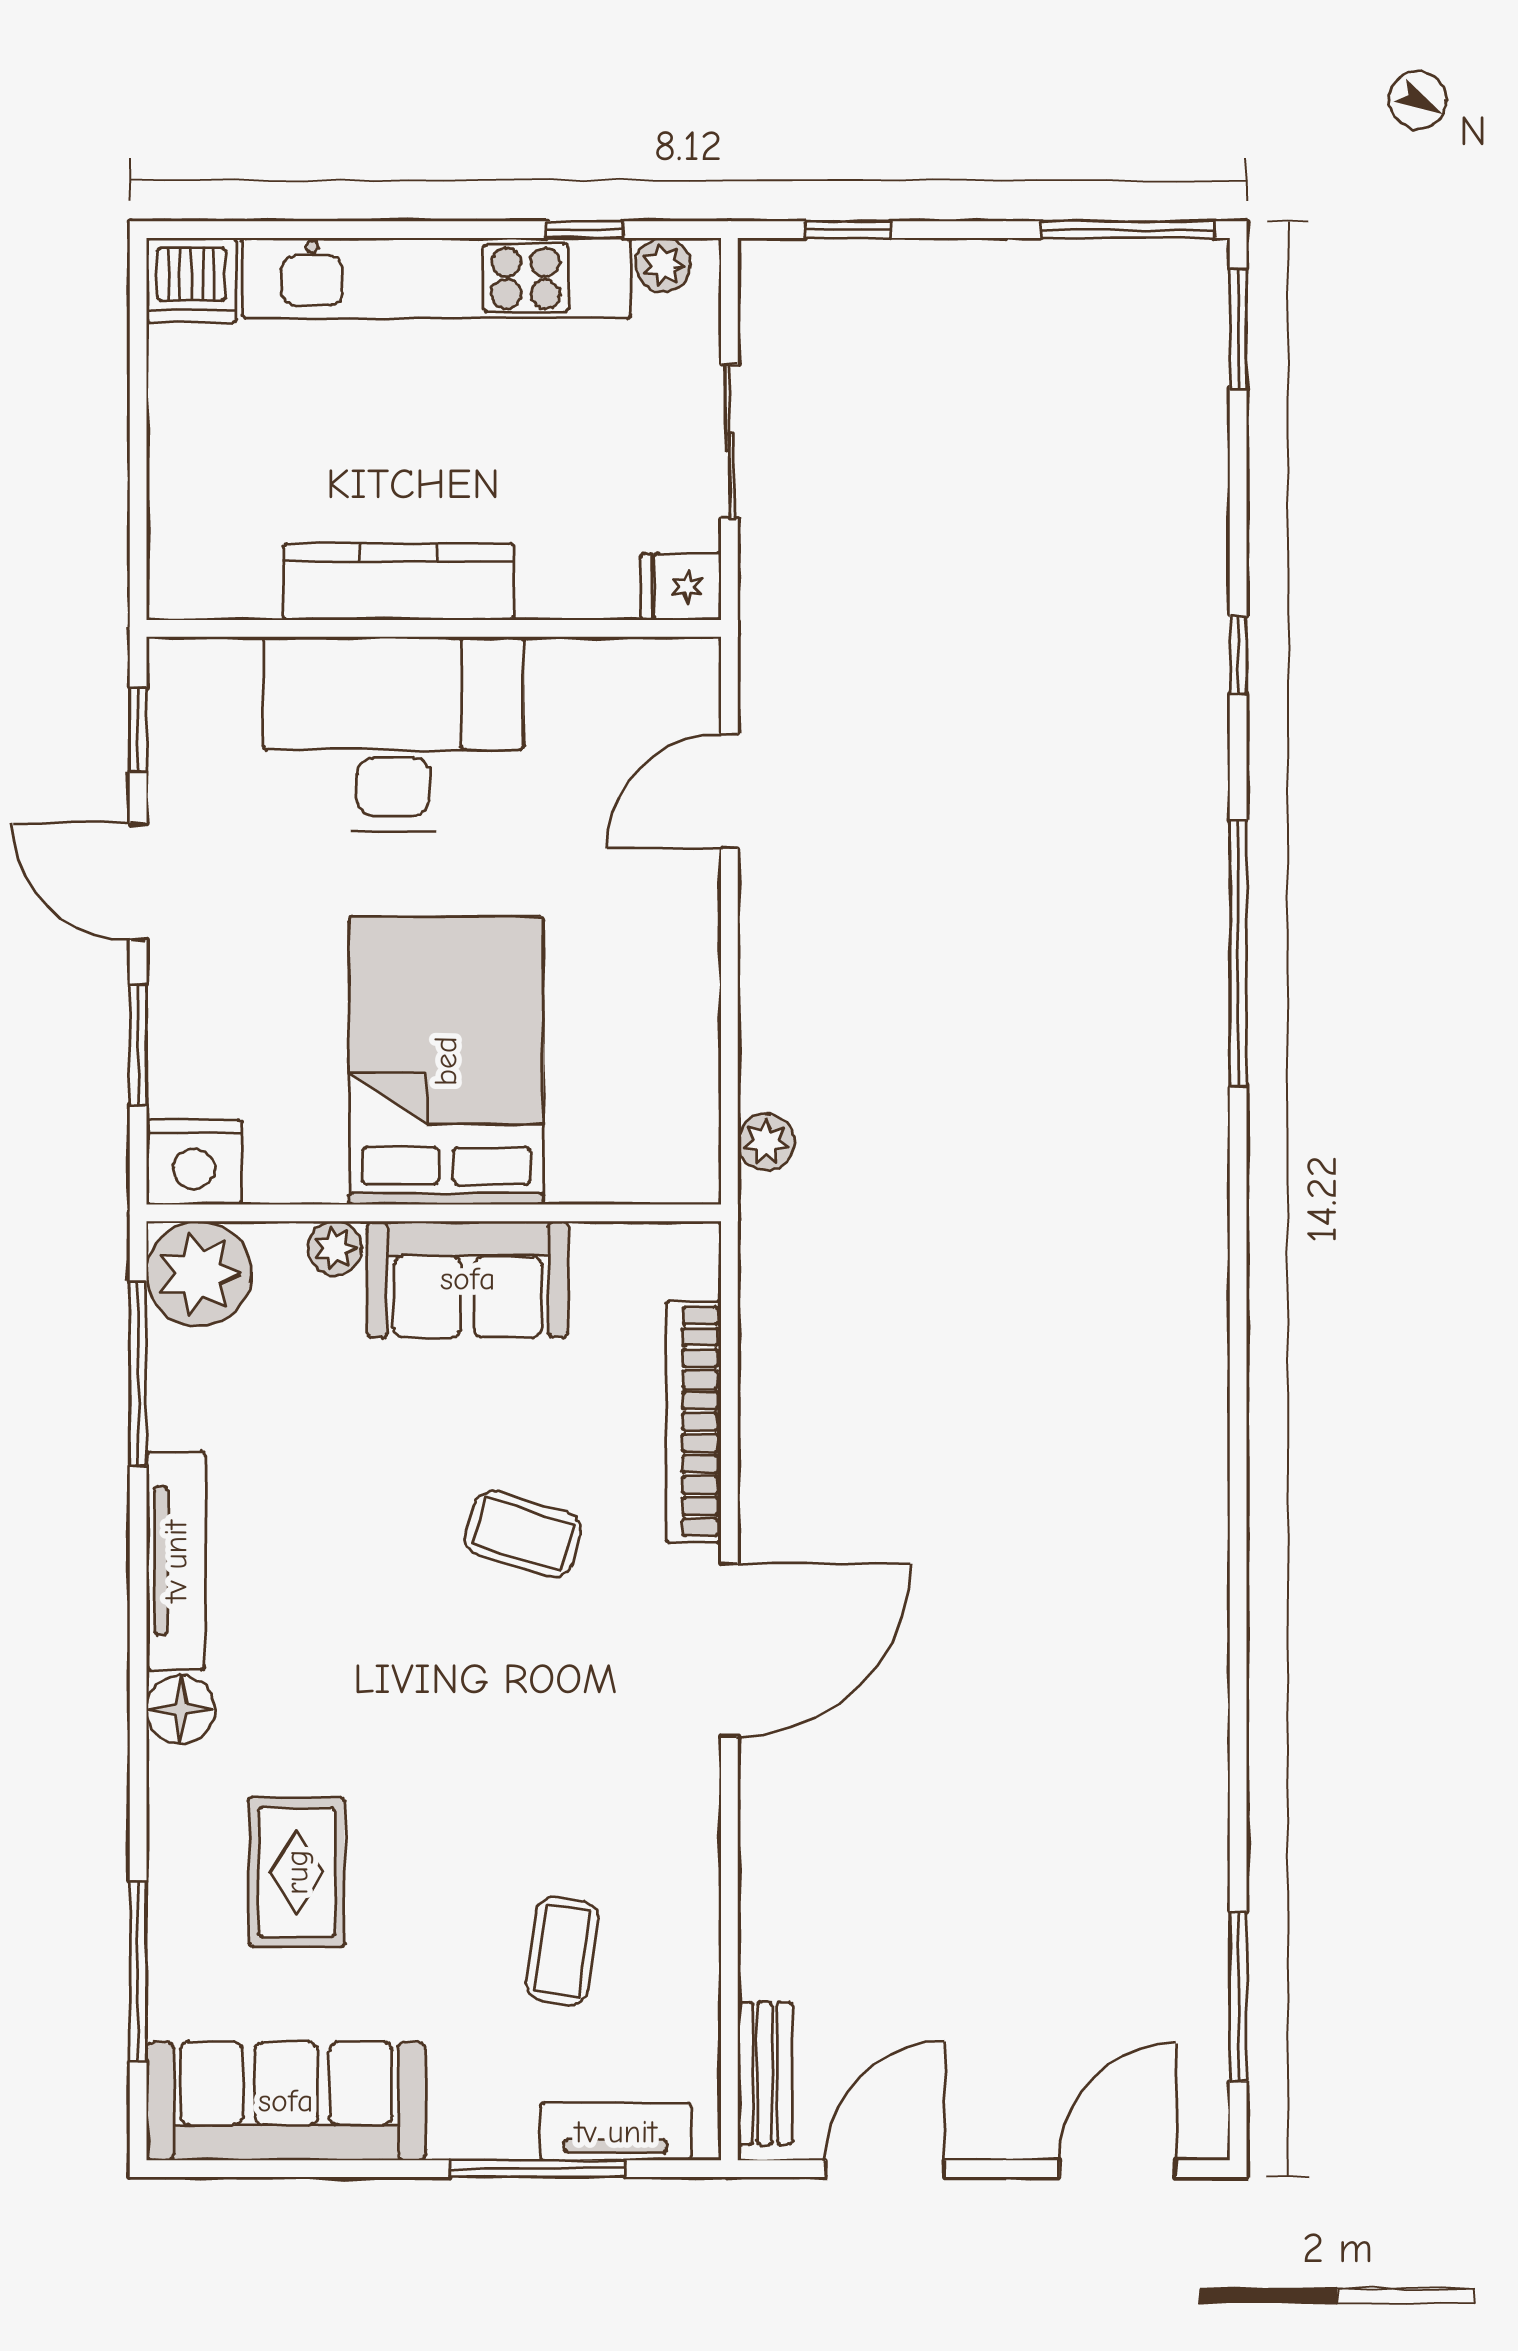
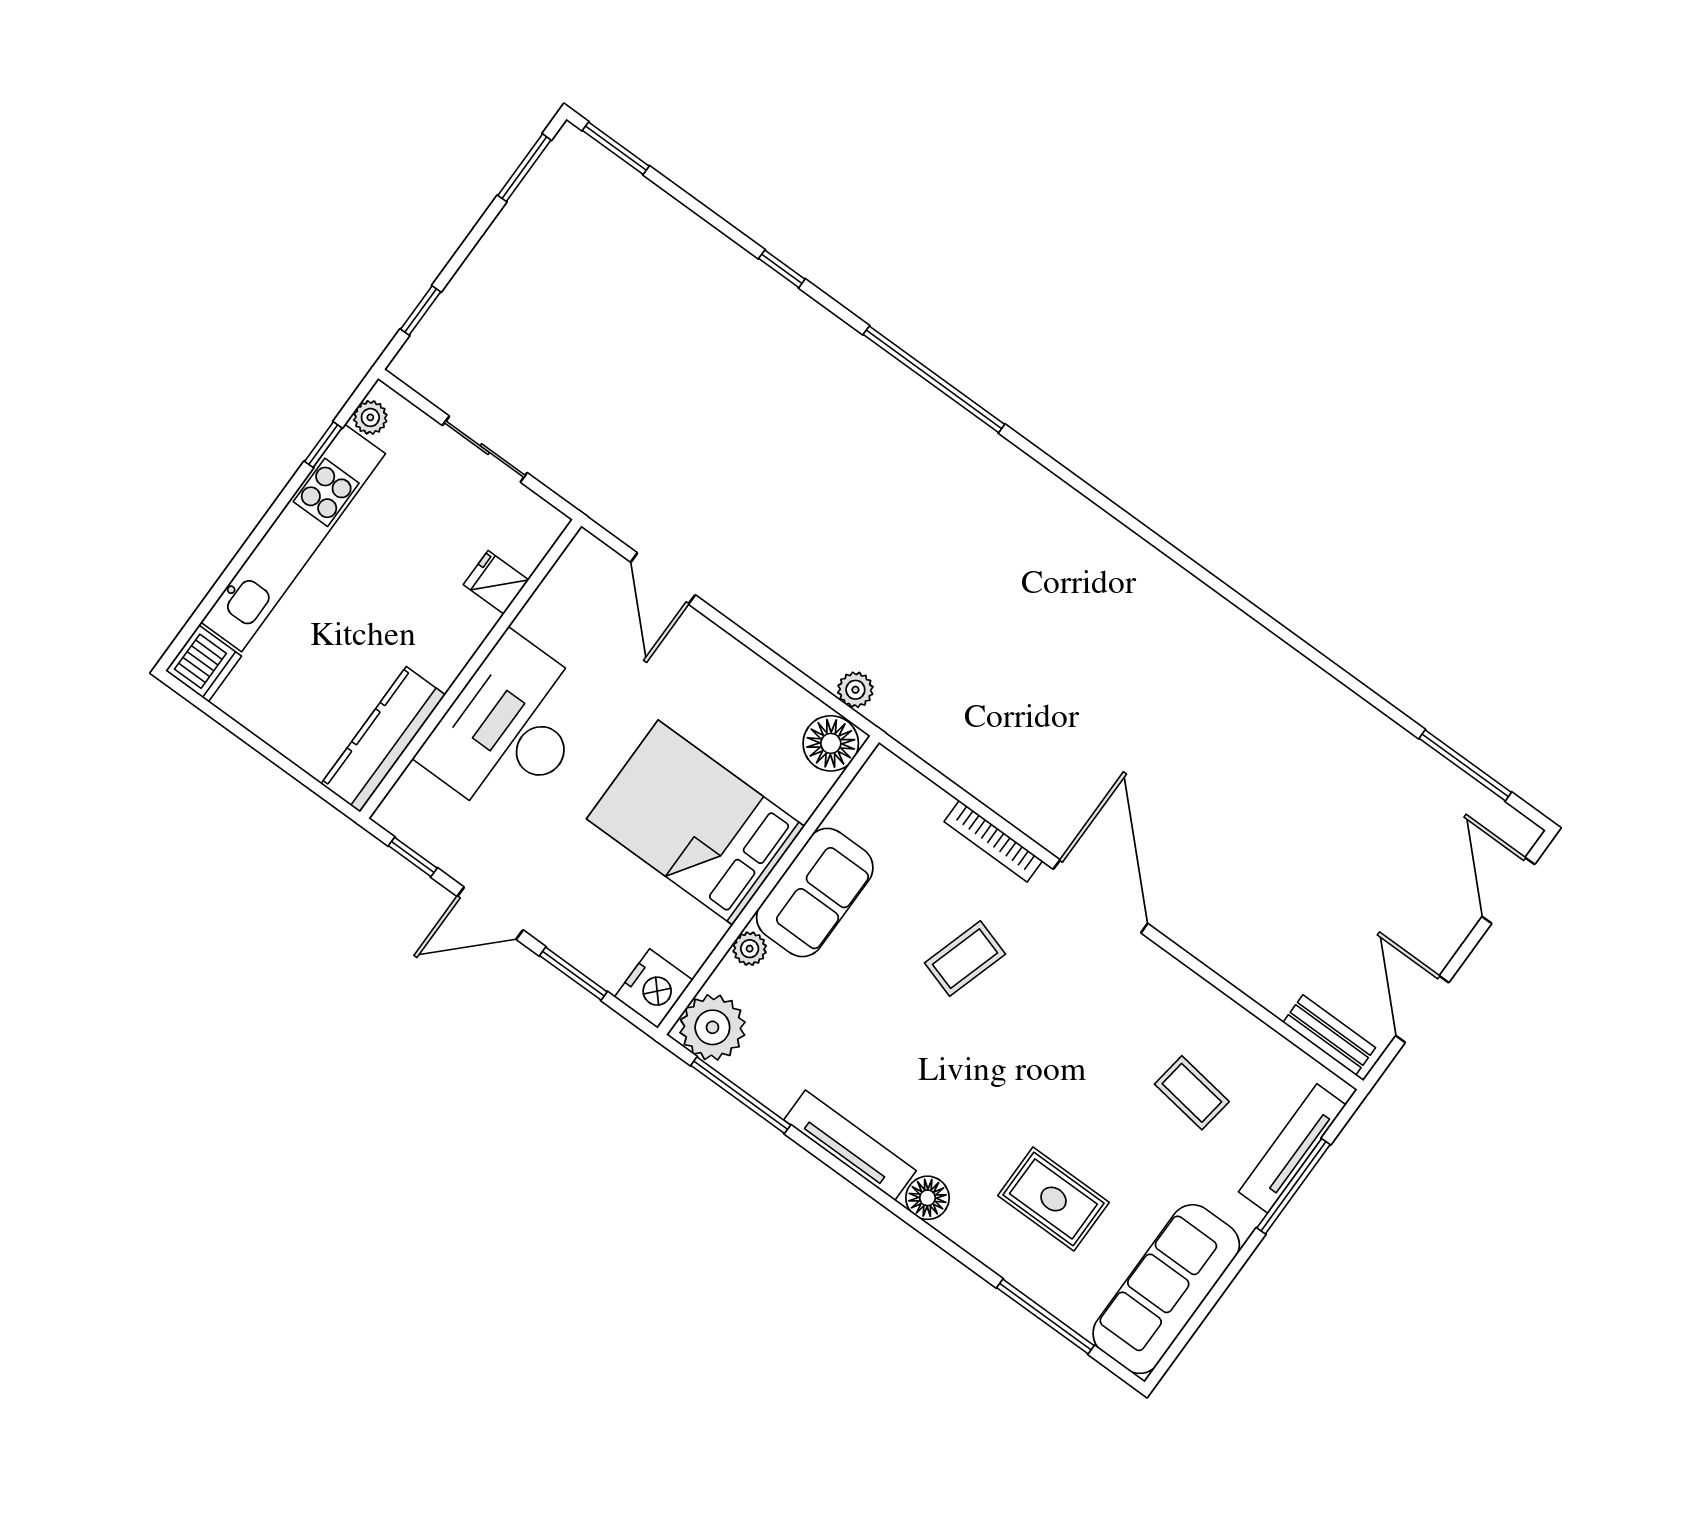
window: (1128, 230) -> (524, 168), width x0.69
kitchen counter: (398, 582) -> (383, 739), moved
fridge: (681, 587) -> (496, 582), moved, turned 90
floor lamp: (674, 1161) -> (831, 743), added
bookcase: (694, 1422) -> (993, 841), width x0.68, depth x0.76
tv unit: (616, 2132) -> (1292, 1148), width x1.41

